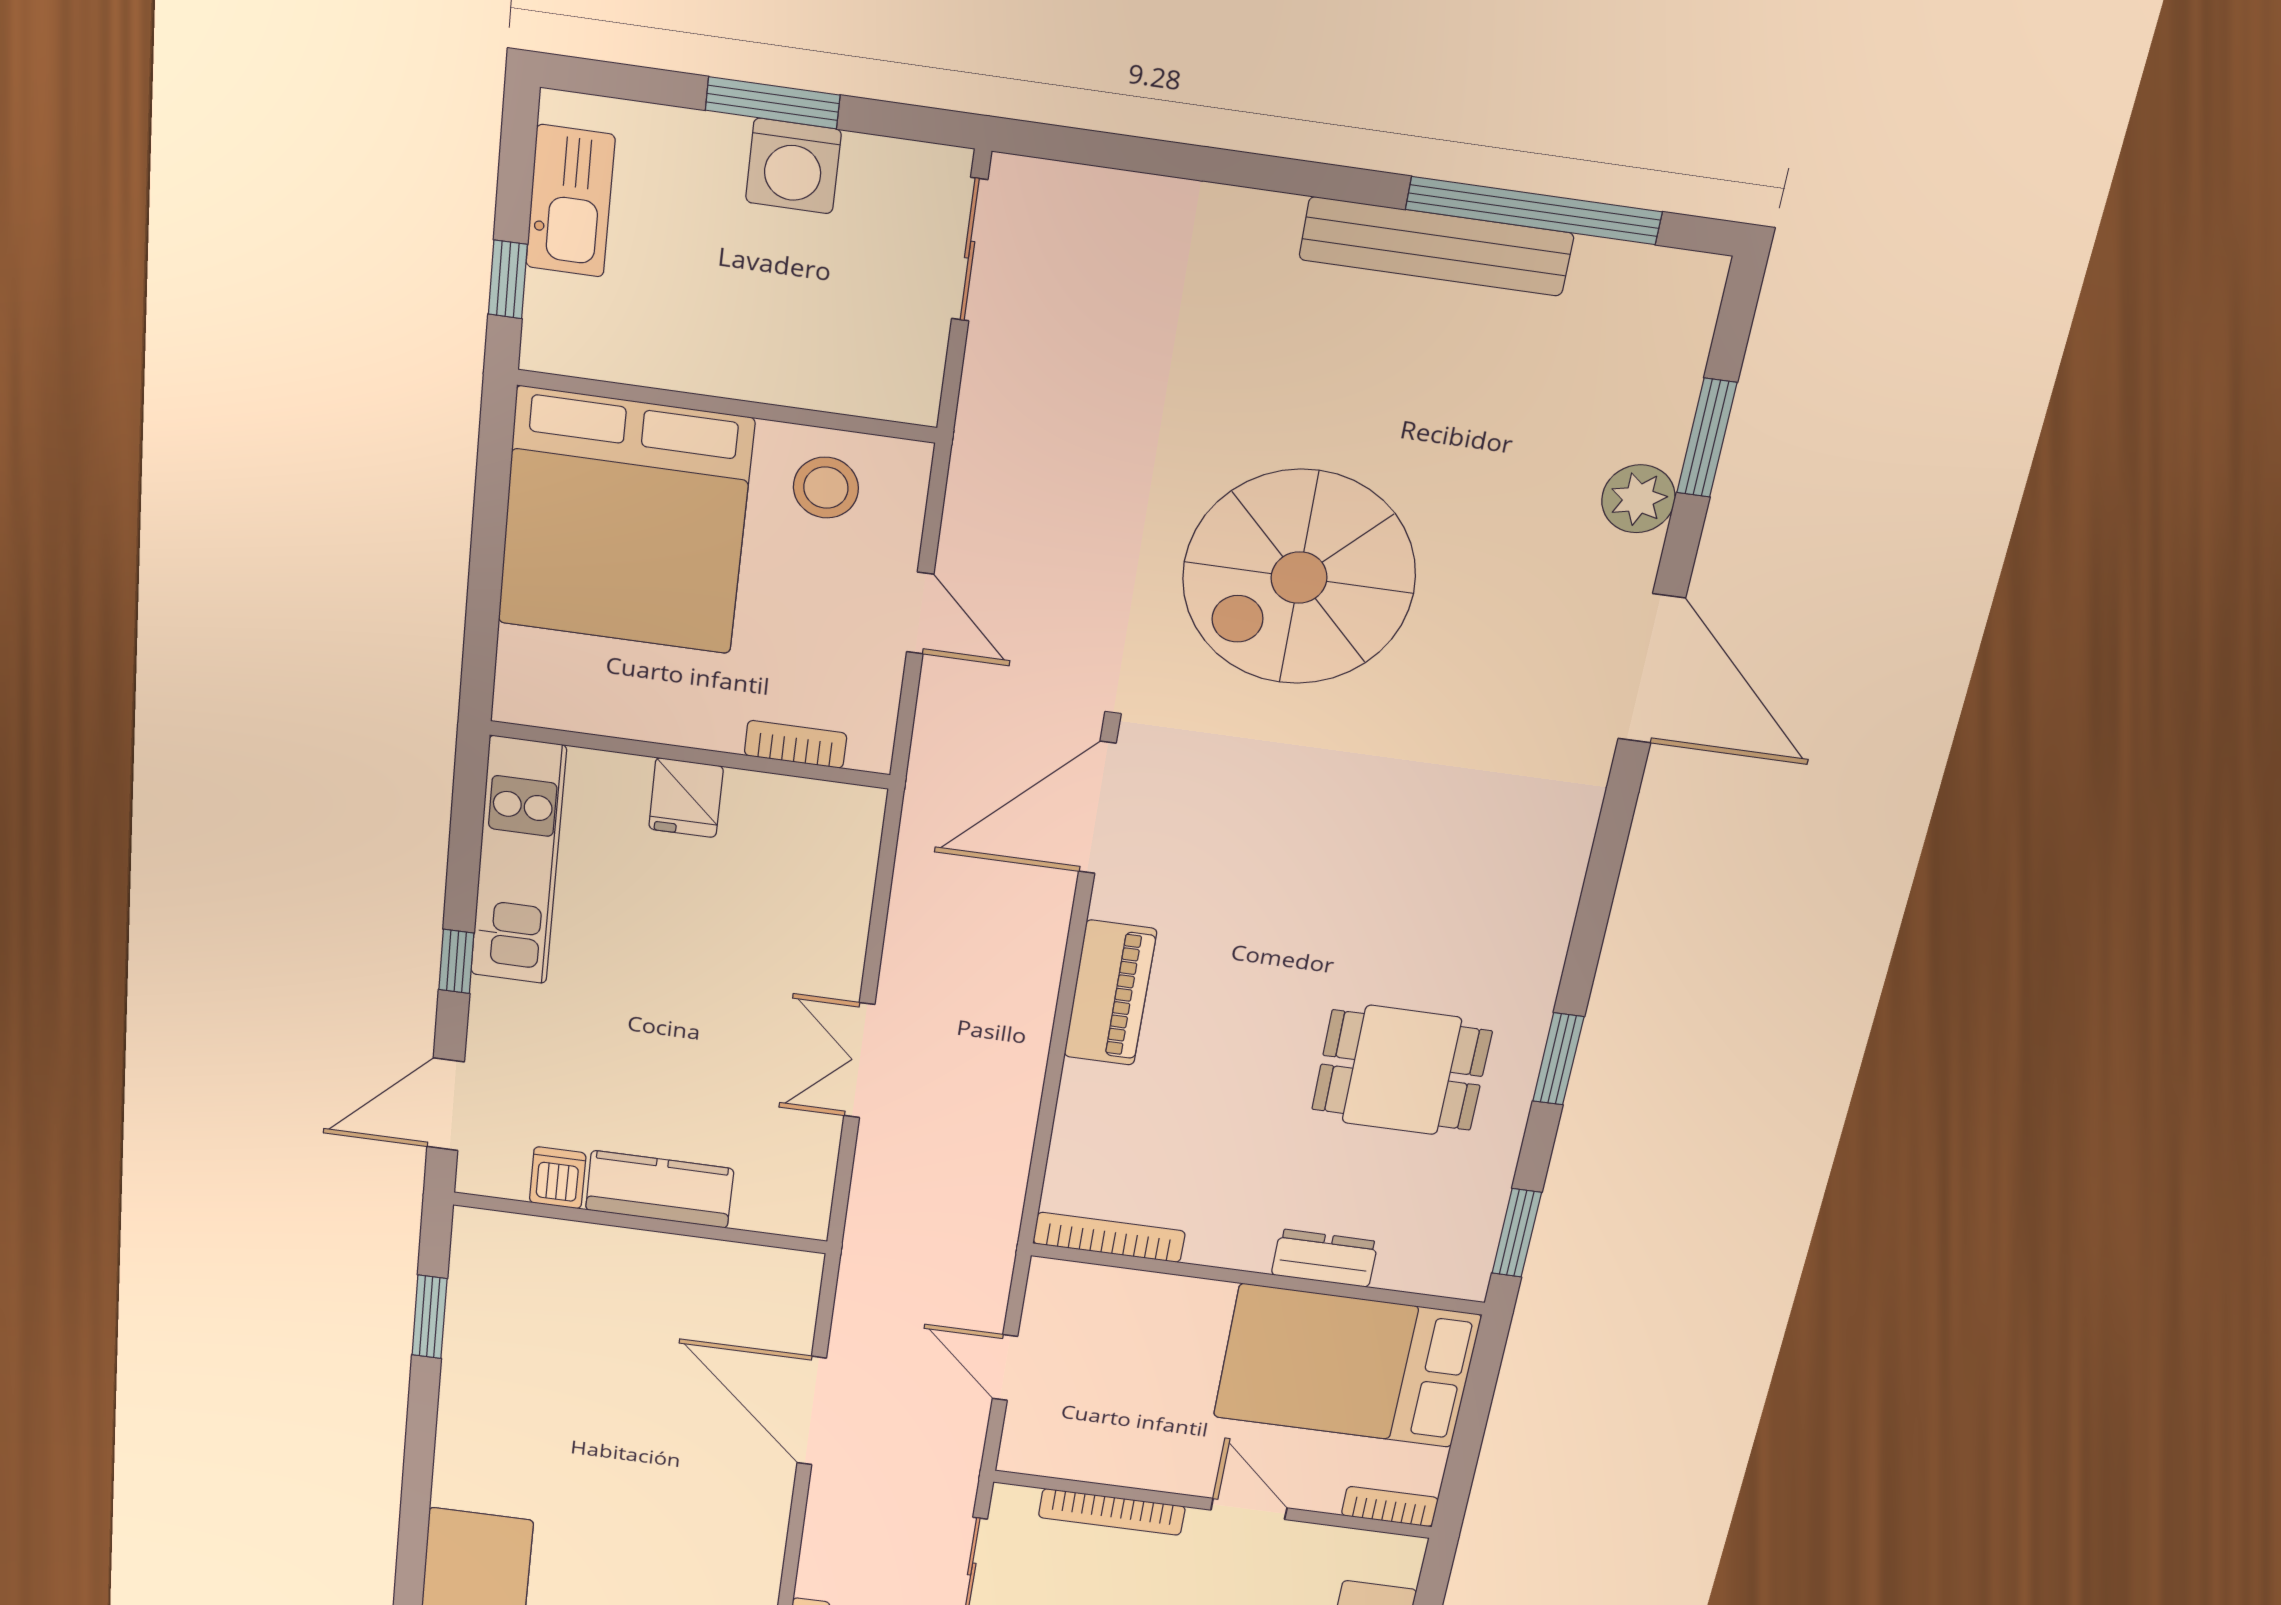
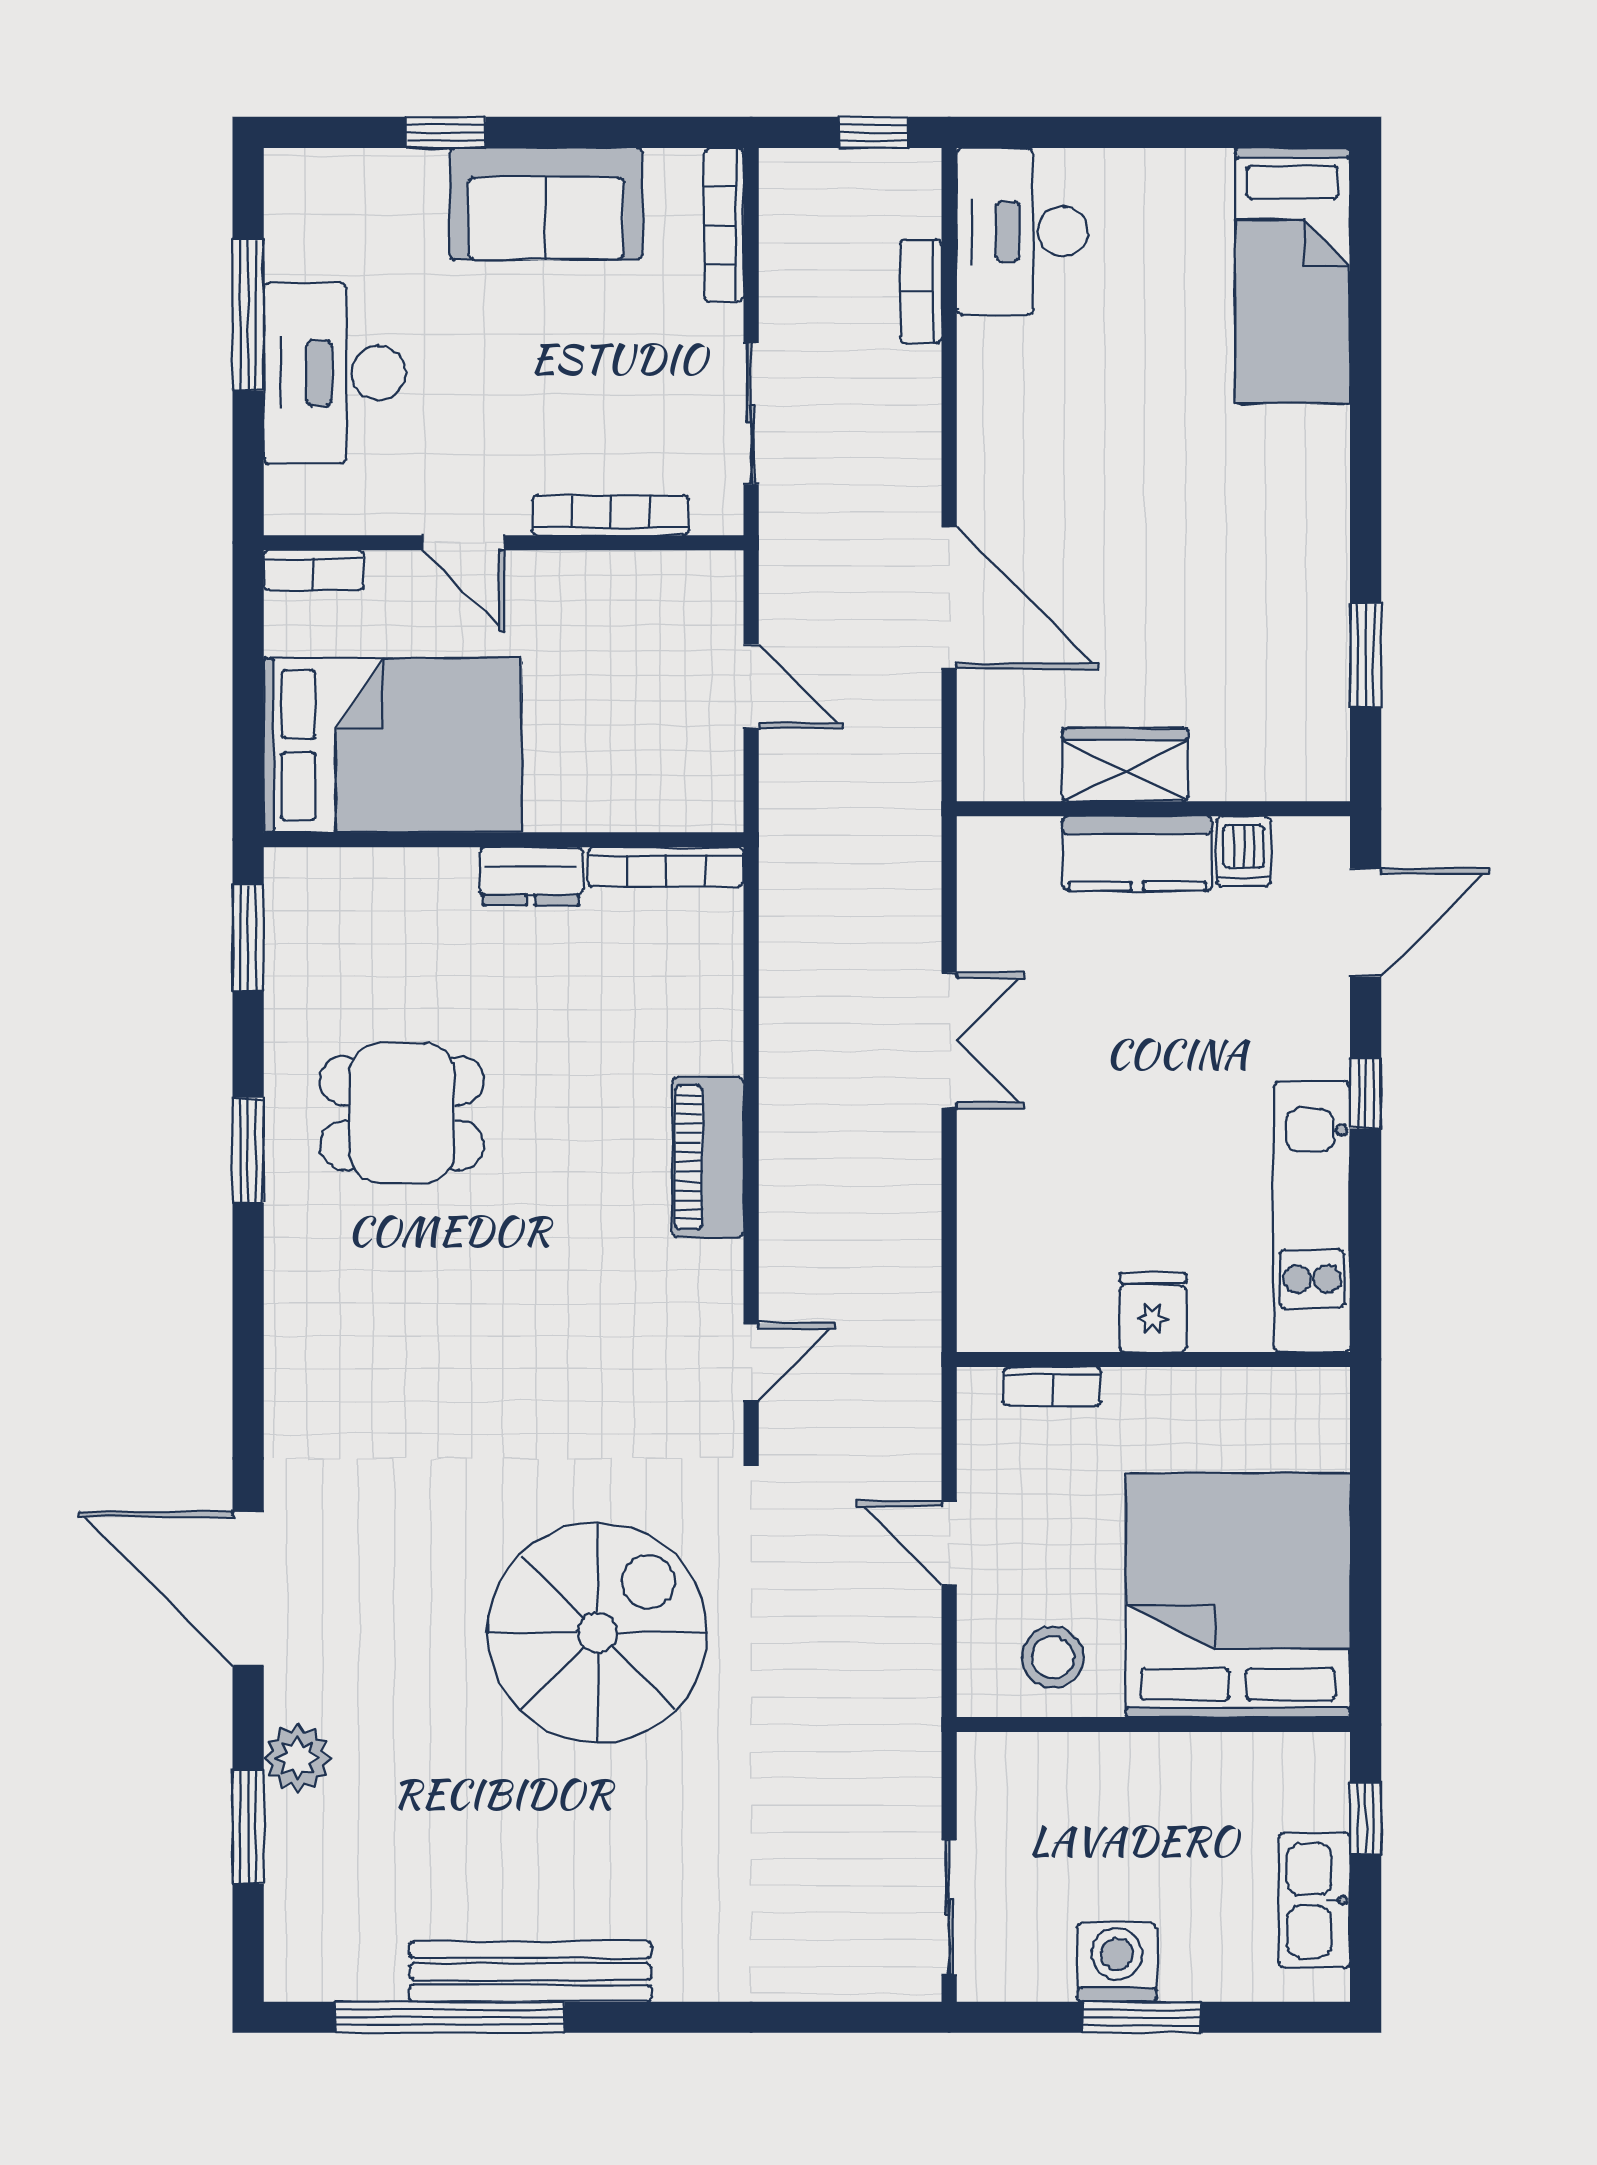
door: (1097, 808) -> (751, 1362), width x0.53
dresser: (1325, 1258) -> (531, 876), moved
wardrobe: (663, 1261) -> (1125, 765), added

